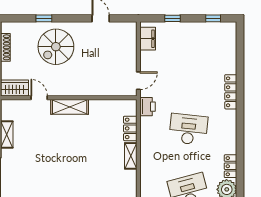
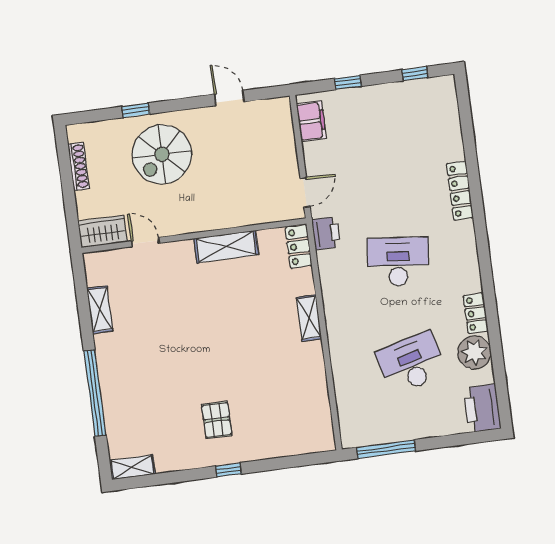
shelving: (70, 107) -> (226, 247), moved
locker: (130, 128) -> (299, 246), moved

